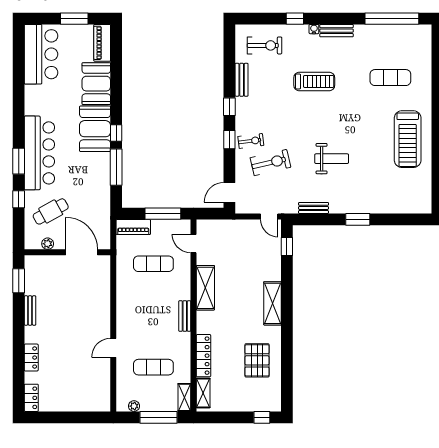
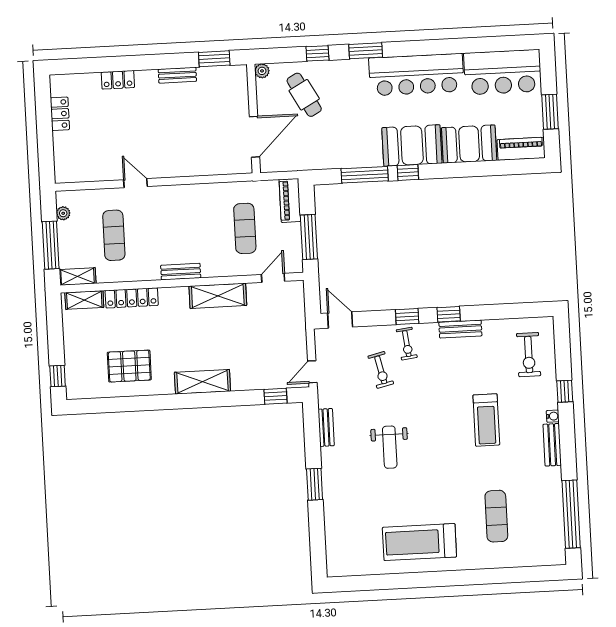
bench: (242, 80) -> (460, 329), moved
bar counter: (39, 153) -> (416, 75), moved
exercise bike: (270, 163) -> (381, 370), width x0.73, depth x0.72
plant: (48, 244) -> (262, 71), moved
locker: (31, 398) -> (60, 114), moved, turned -90

